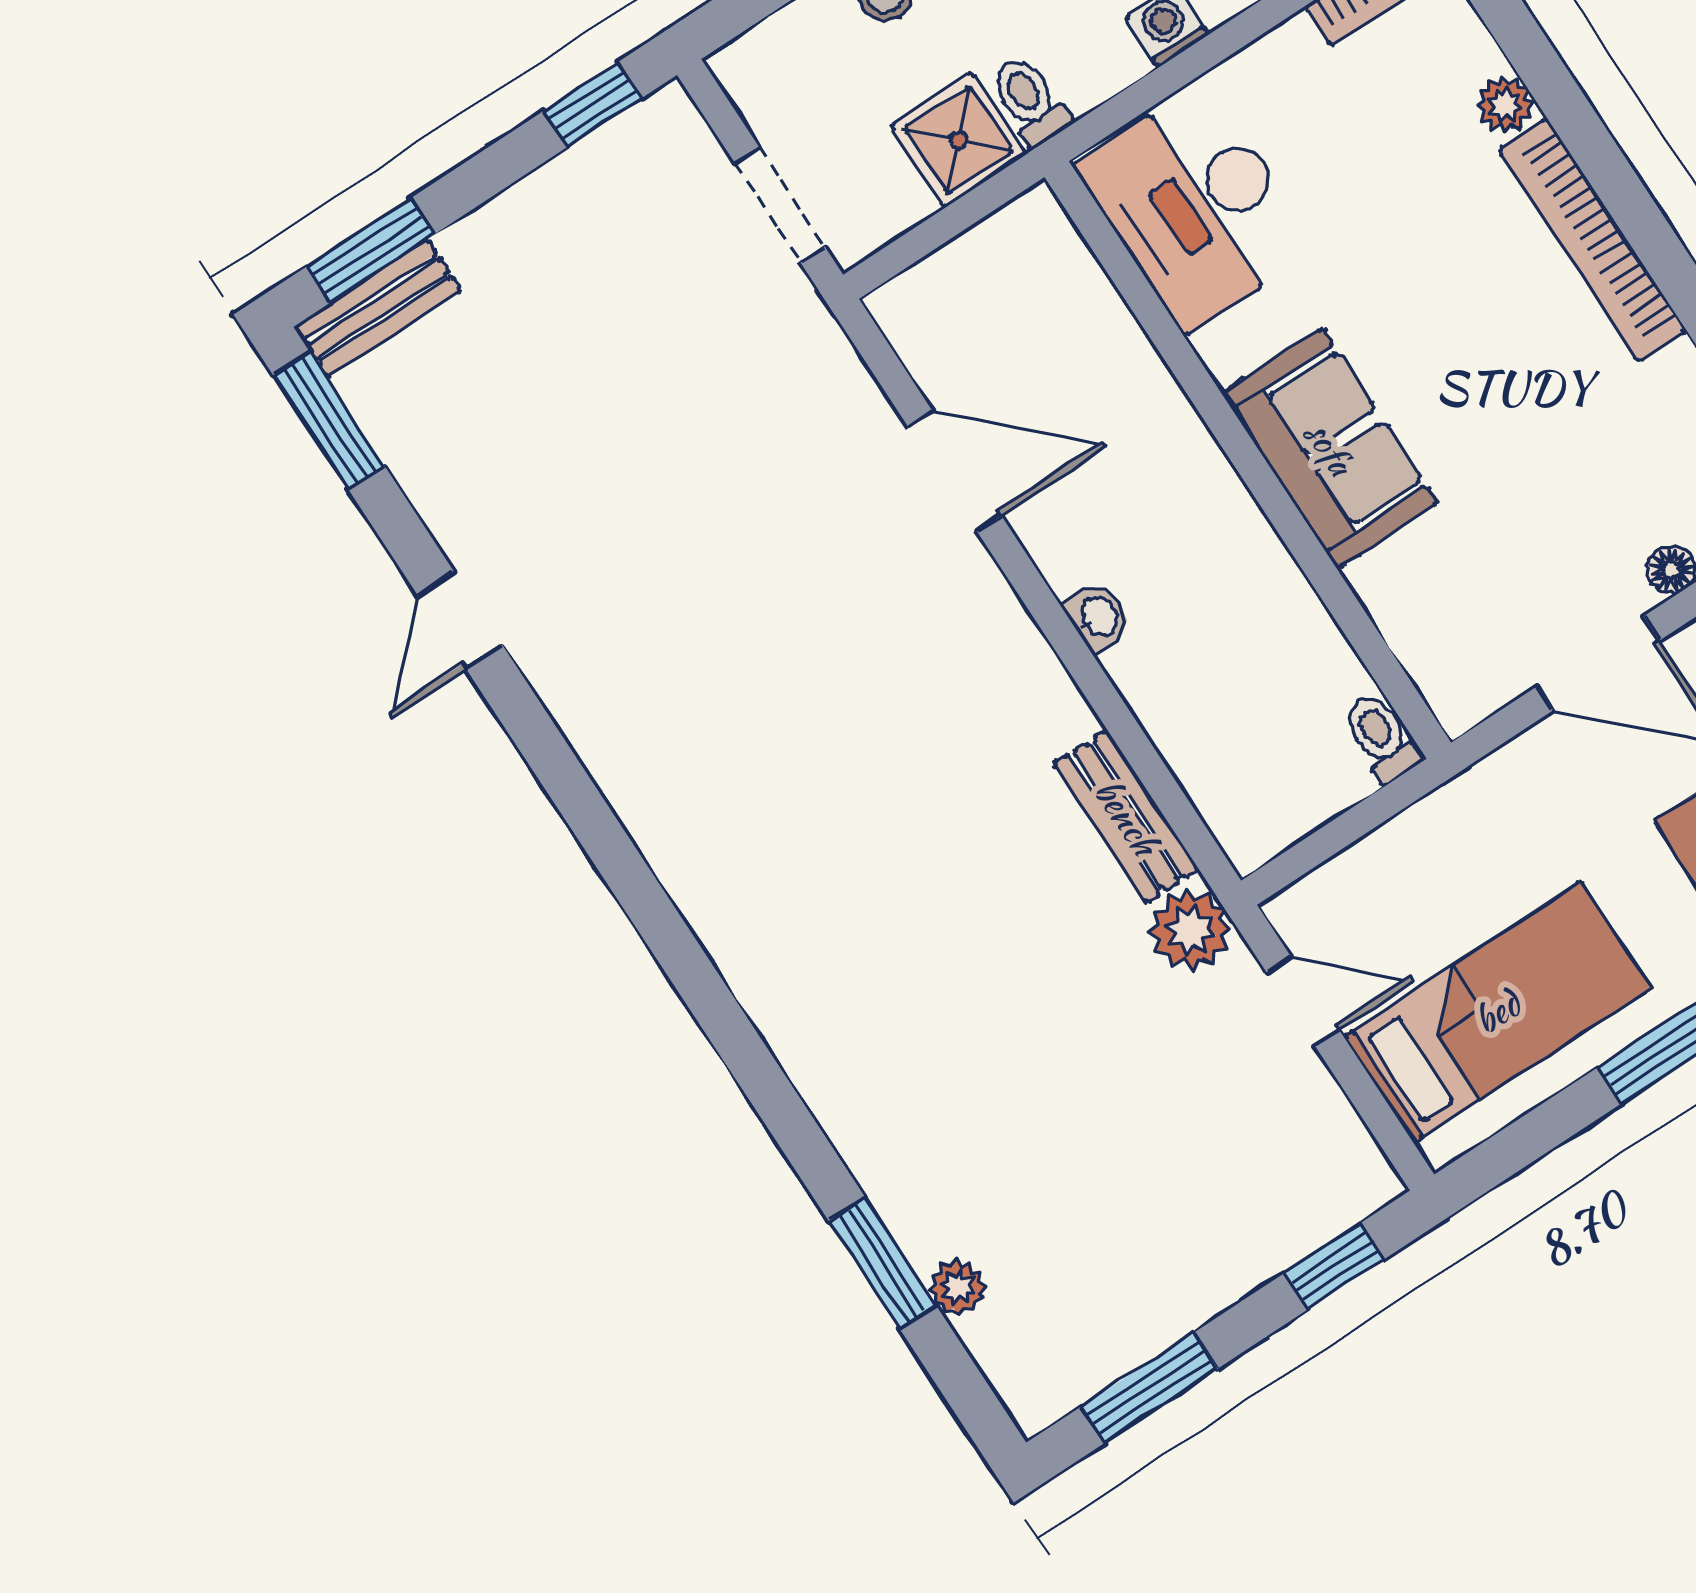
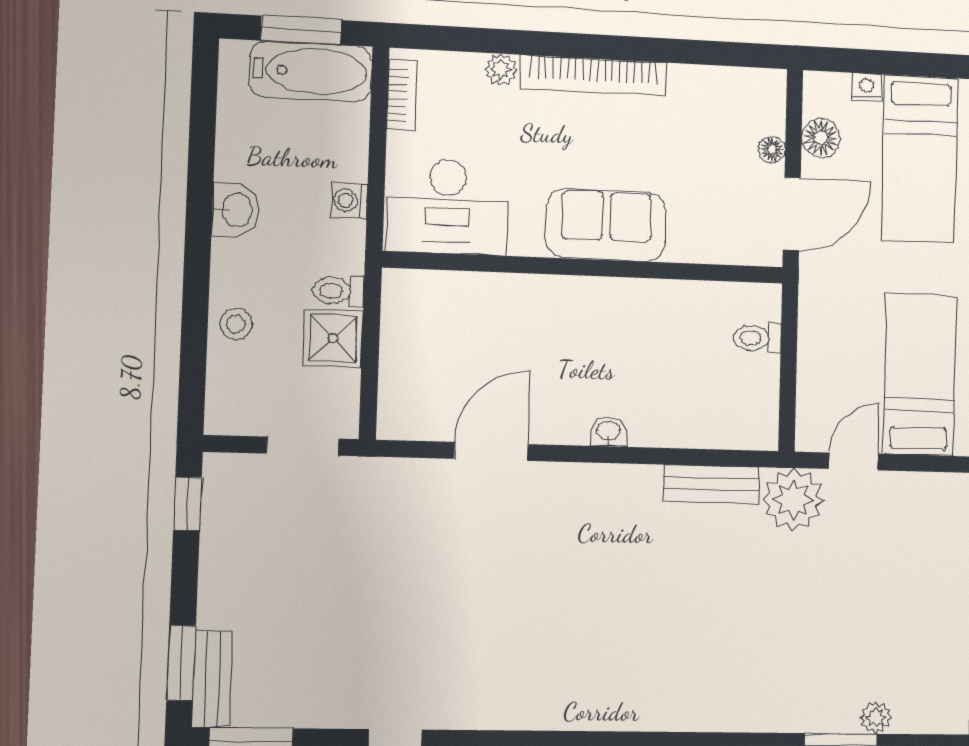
desk: (1196, 207) -> (447, 207), moved
sofa: (1330, 448) -> (606, 225), moved
wall: (1248, 460) -> (585, 267), moved
plant: (1190, 930) -> (793, 500), width x1.36, depth x1.36

